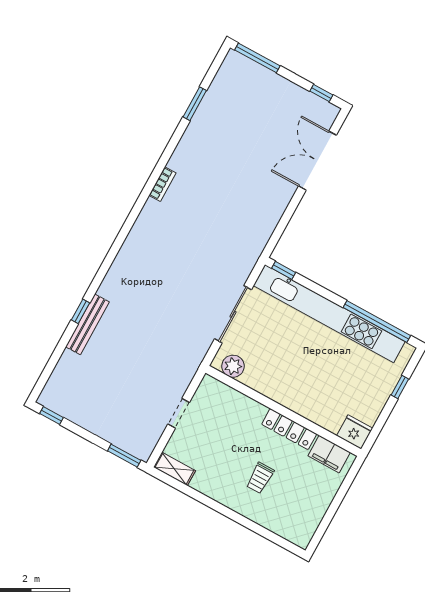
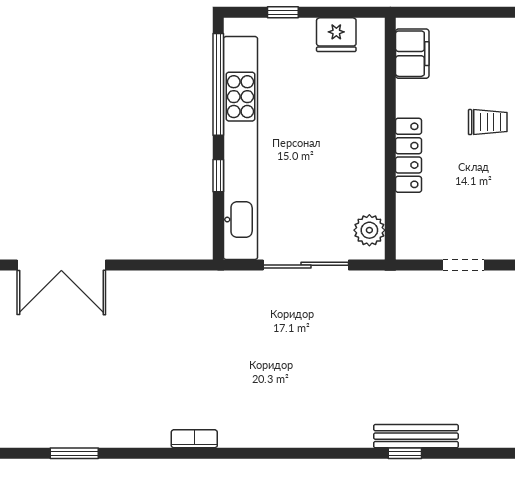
window: (284, 270) -> (218, 176), moved
locker: (289, 429) -> (408, 155), moved
fridge: (355, 432) -> (336, 35), moved, turned -90

